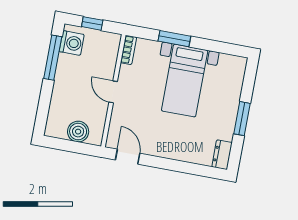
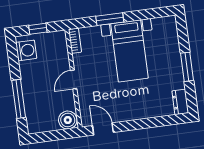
window: (53, 58) -> (19, 99), moved
door: (113, 92) -> (74, 79), hinge flipped
boiler: (78, 132) -> (68, 120), moved

